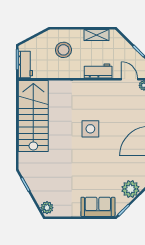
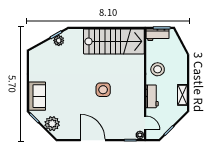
stool: (63, 50) -> (158, 69), moved
door: (130, 79) -> (145, 123), hinge flipped
plant: (47, 208) -> (59, 41), moved

